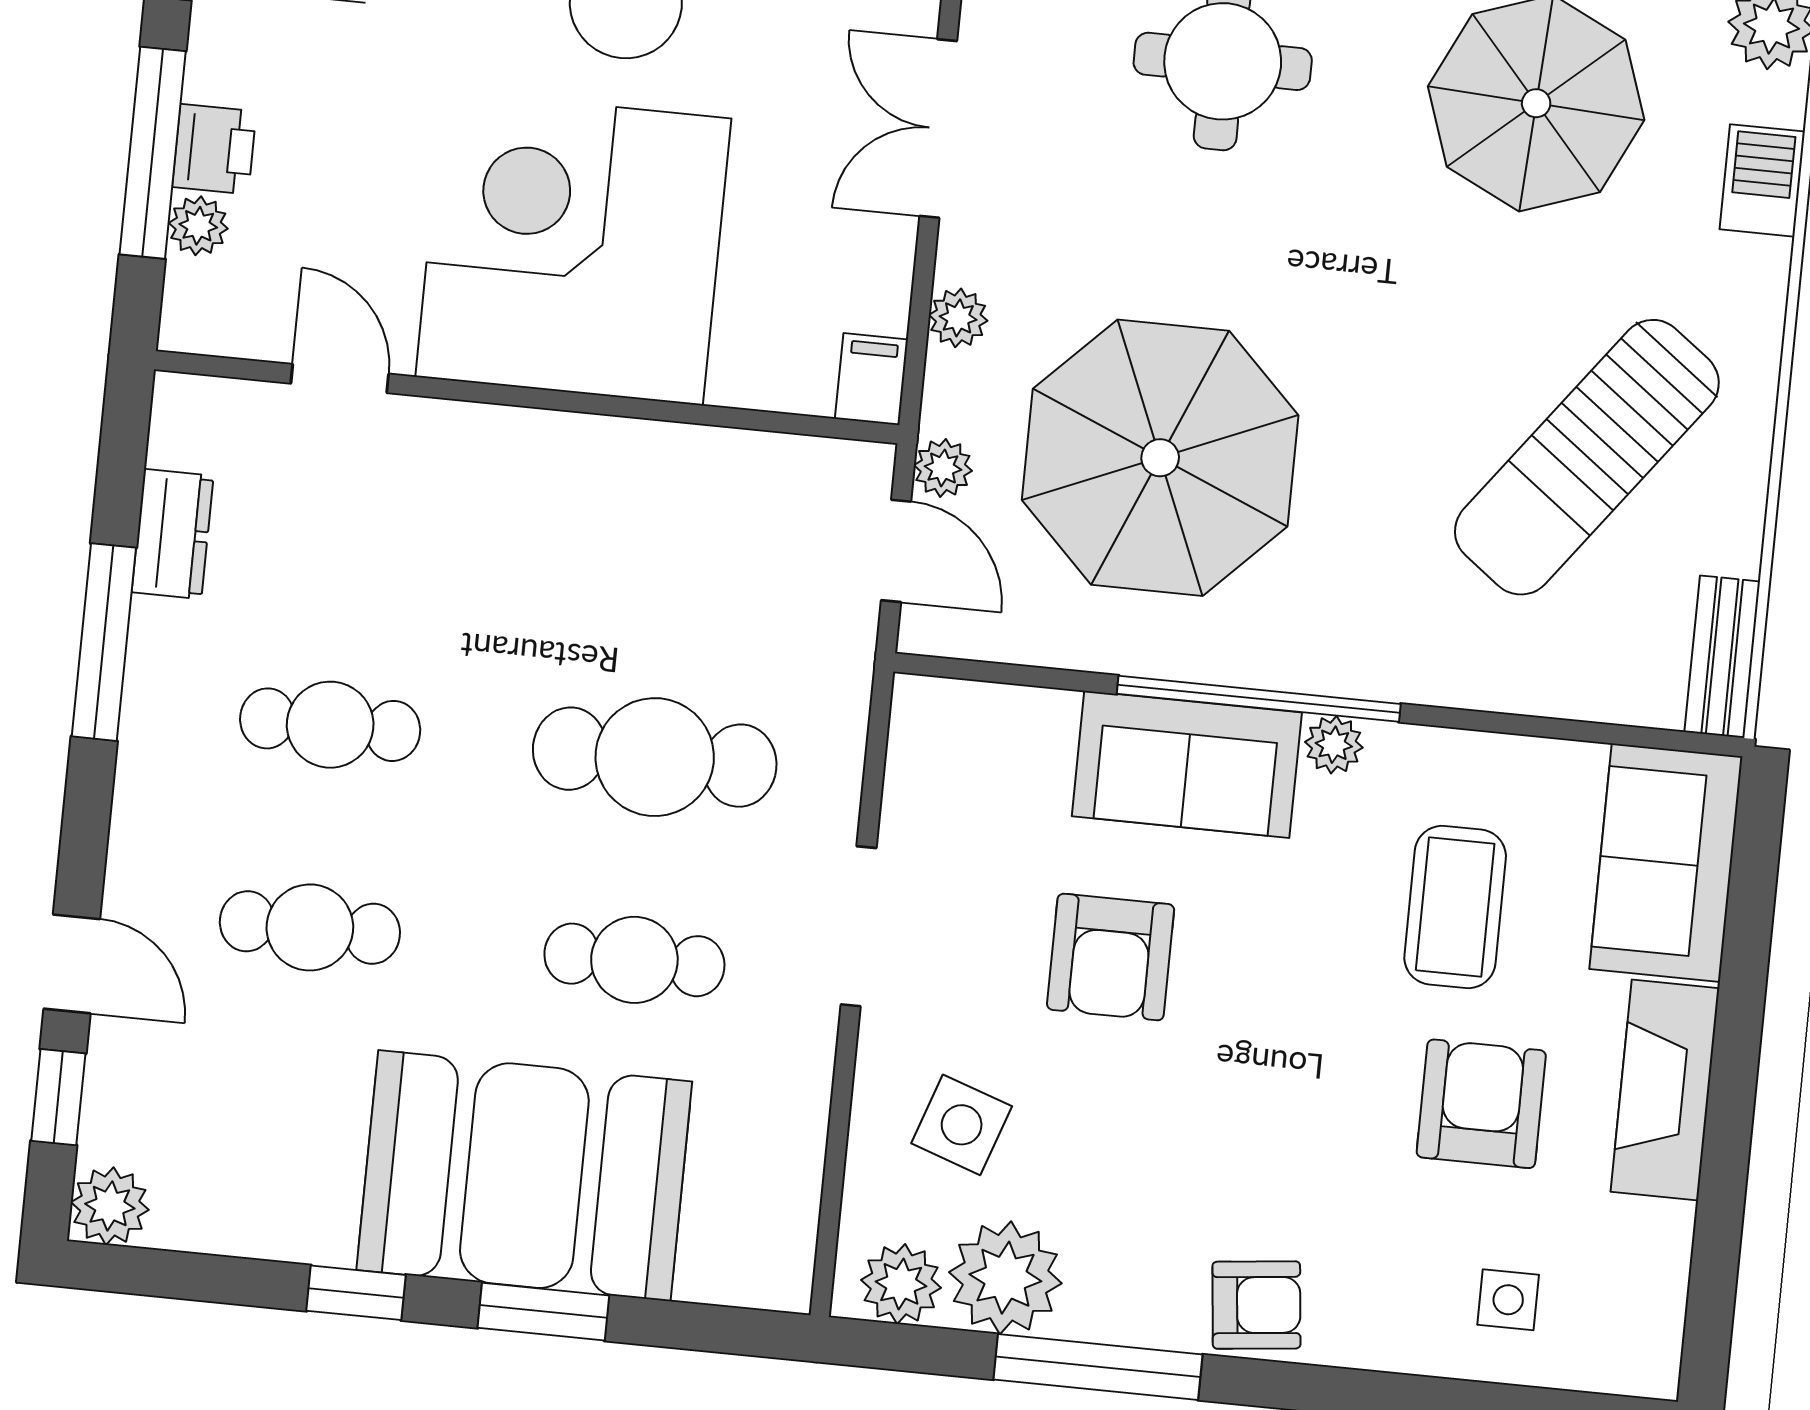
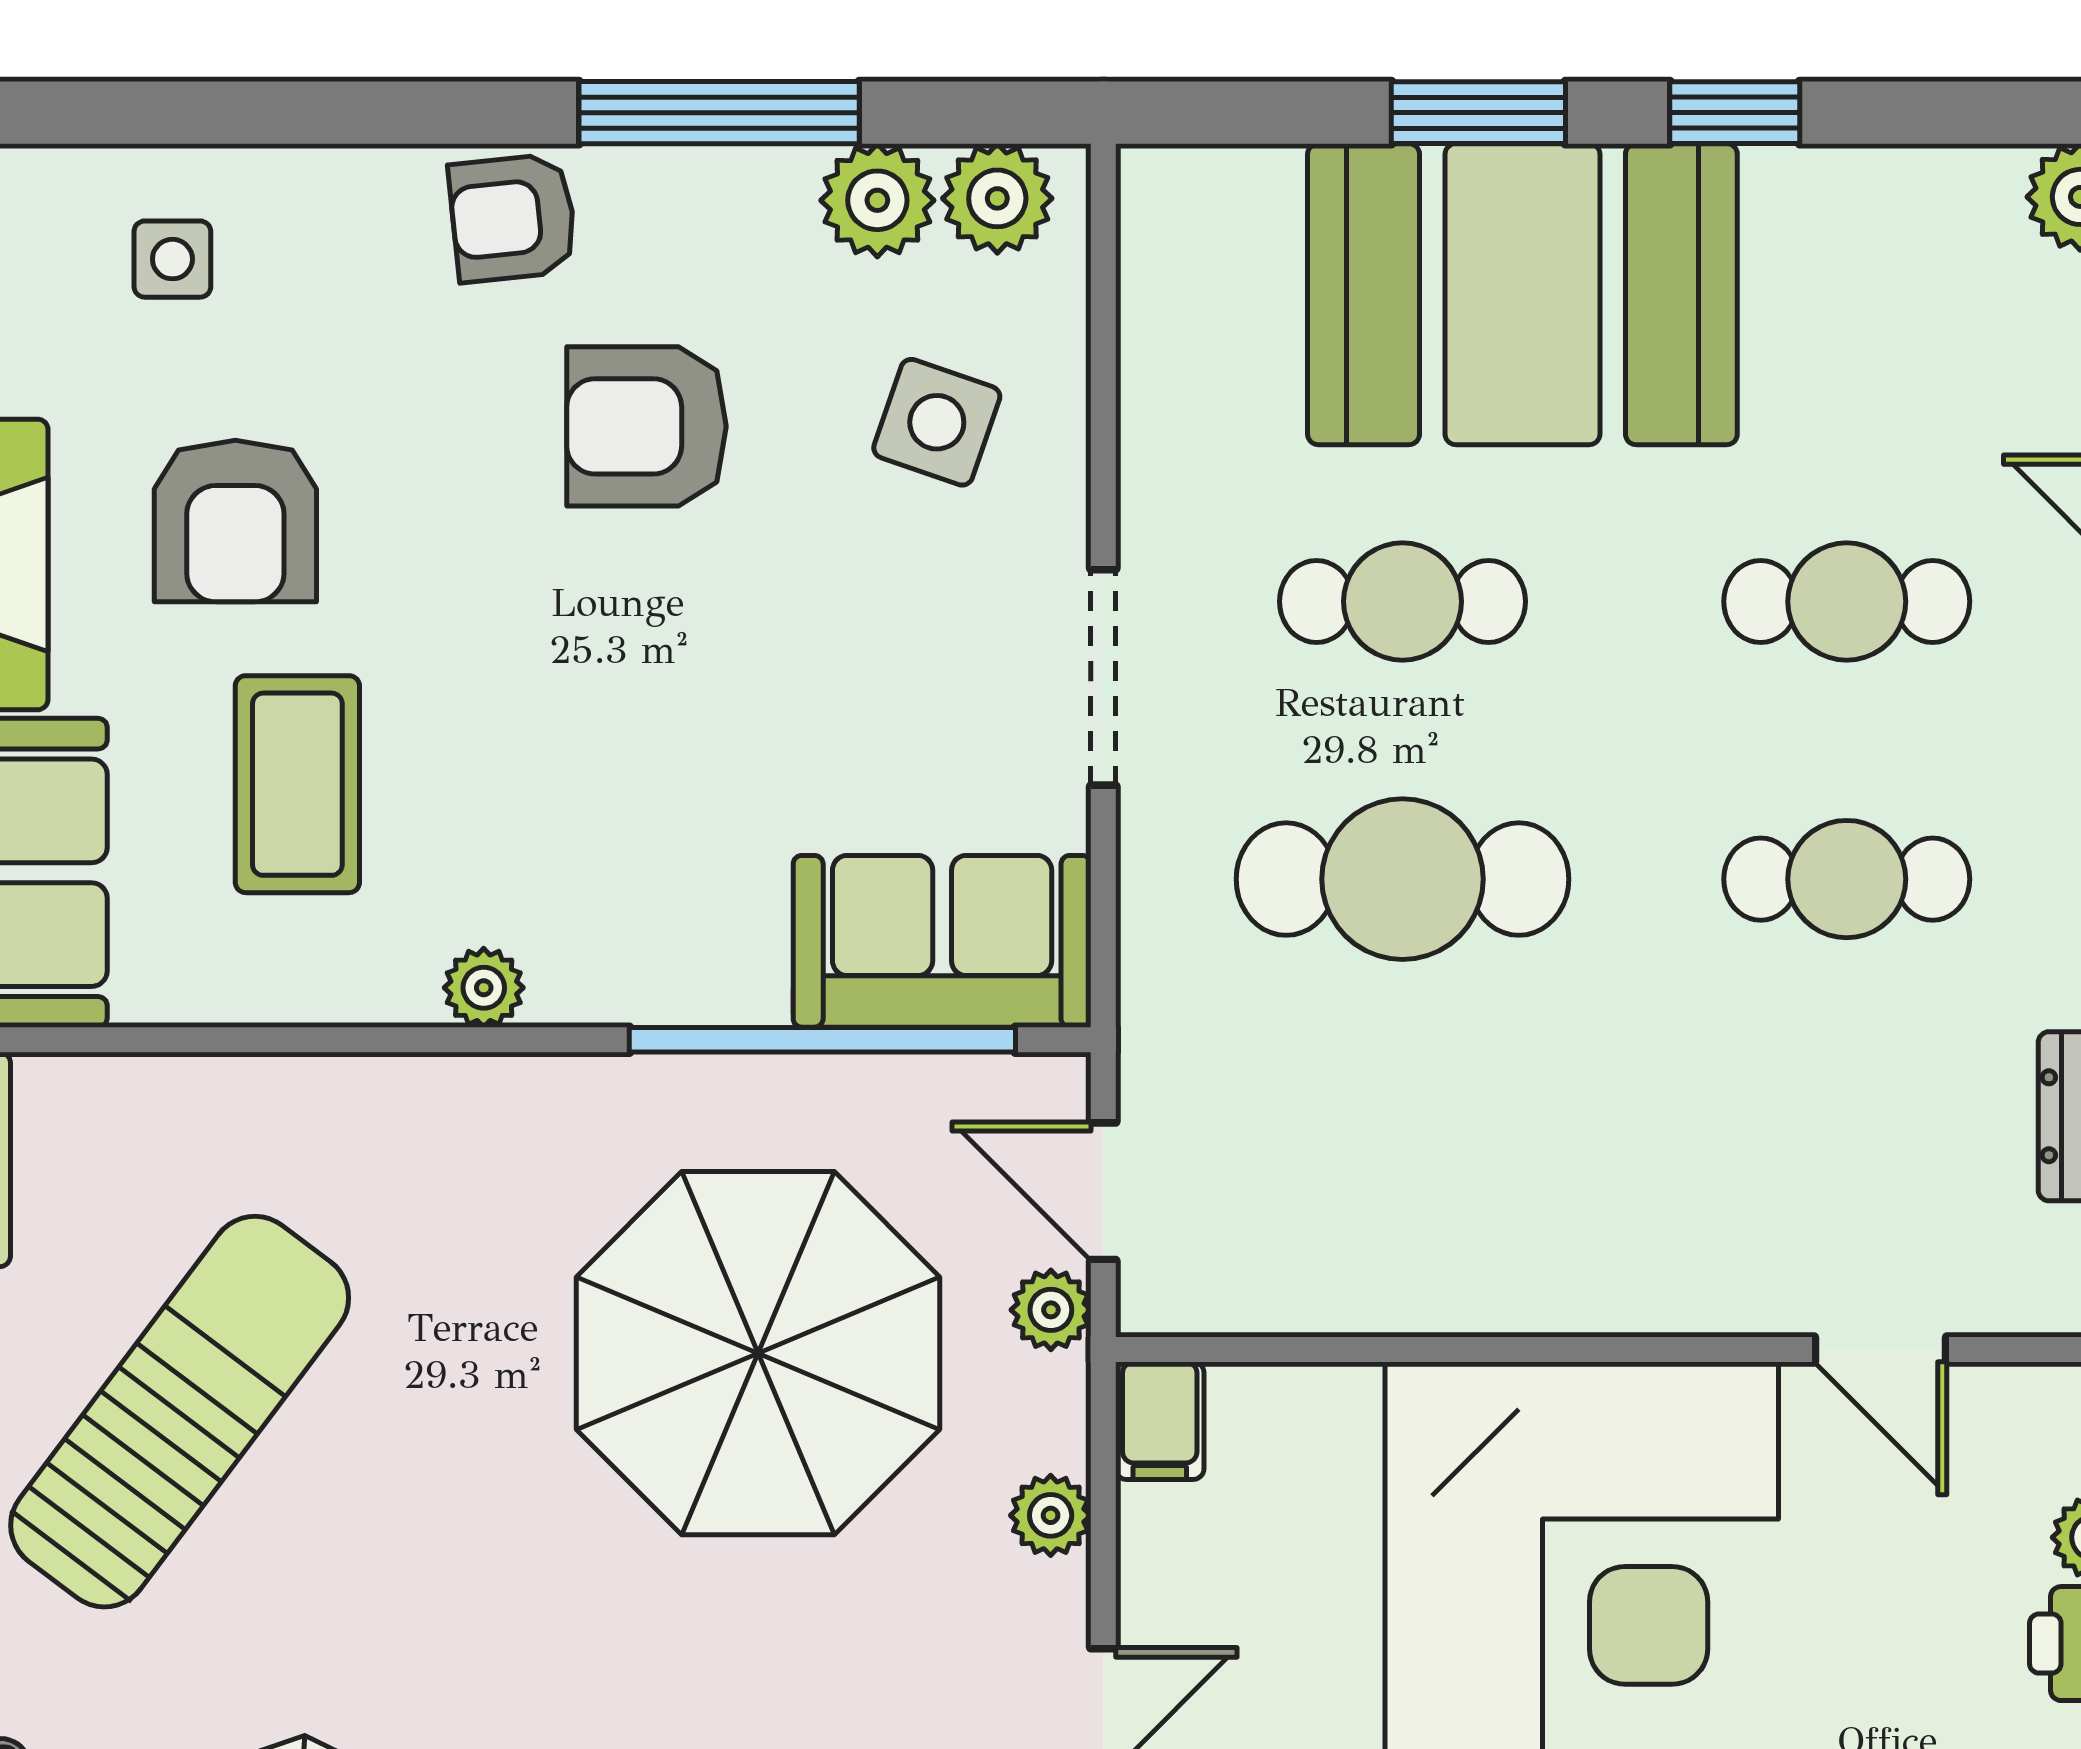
window: (1259, 699) -> (822, 1040), moved
sofa: (1187, 764) -> (942, 941), moved
armchair: (1111, 957) -> (647, 426), moved, turned -90
plant: (1005, 1278) -> (877, 200), width x0.73, depth x0.73

